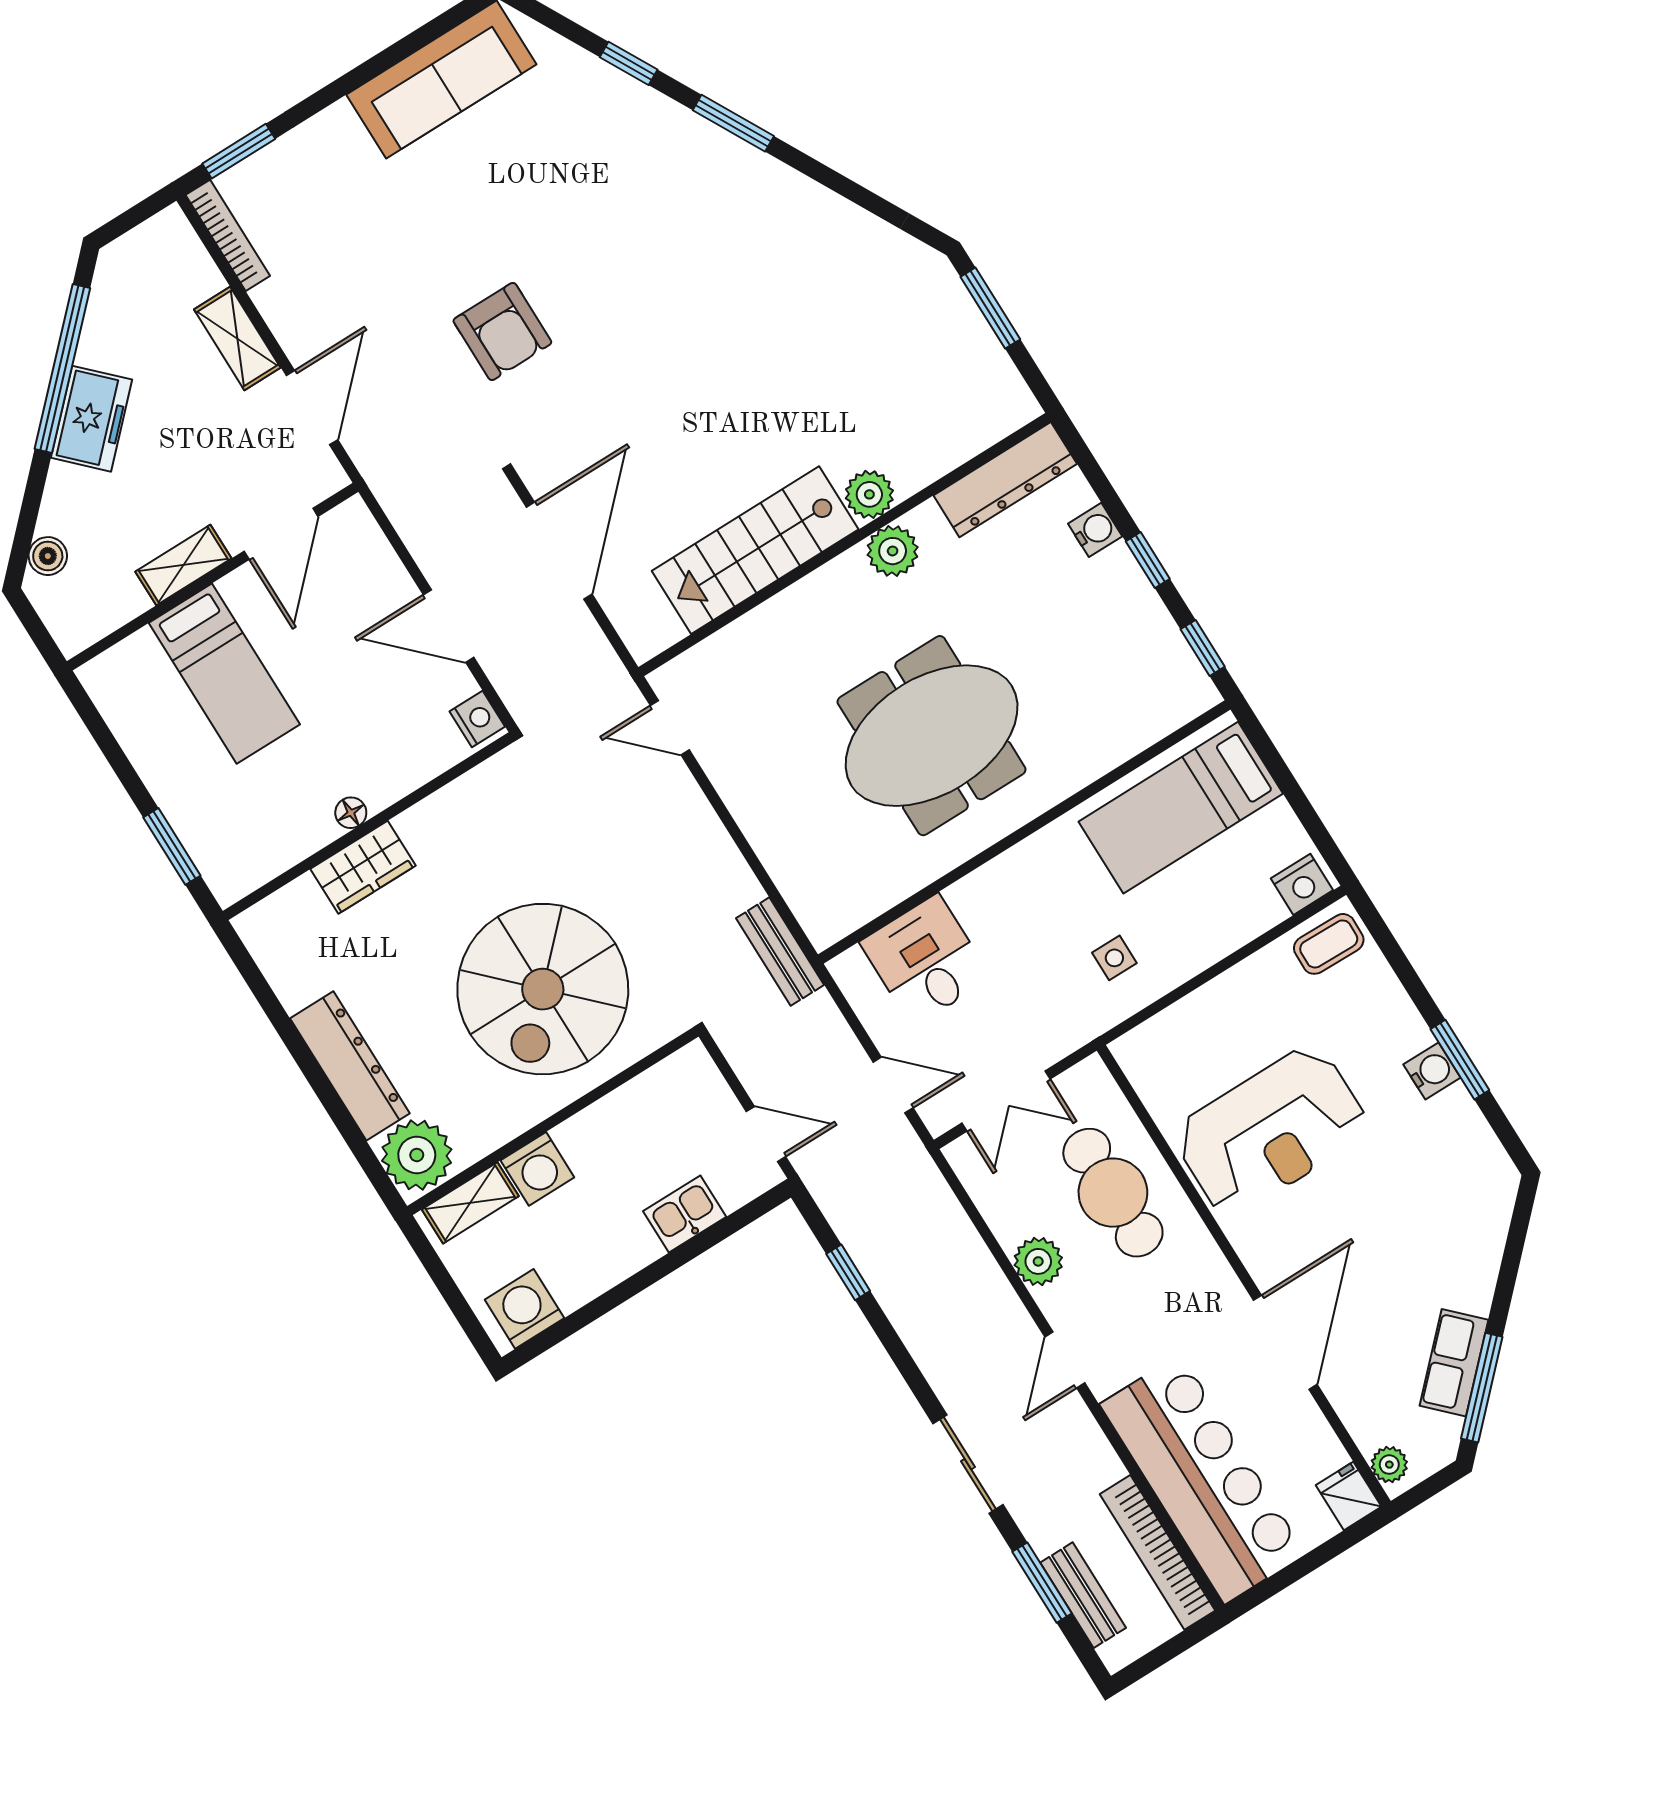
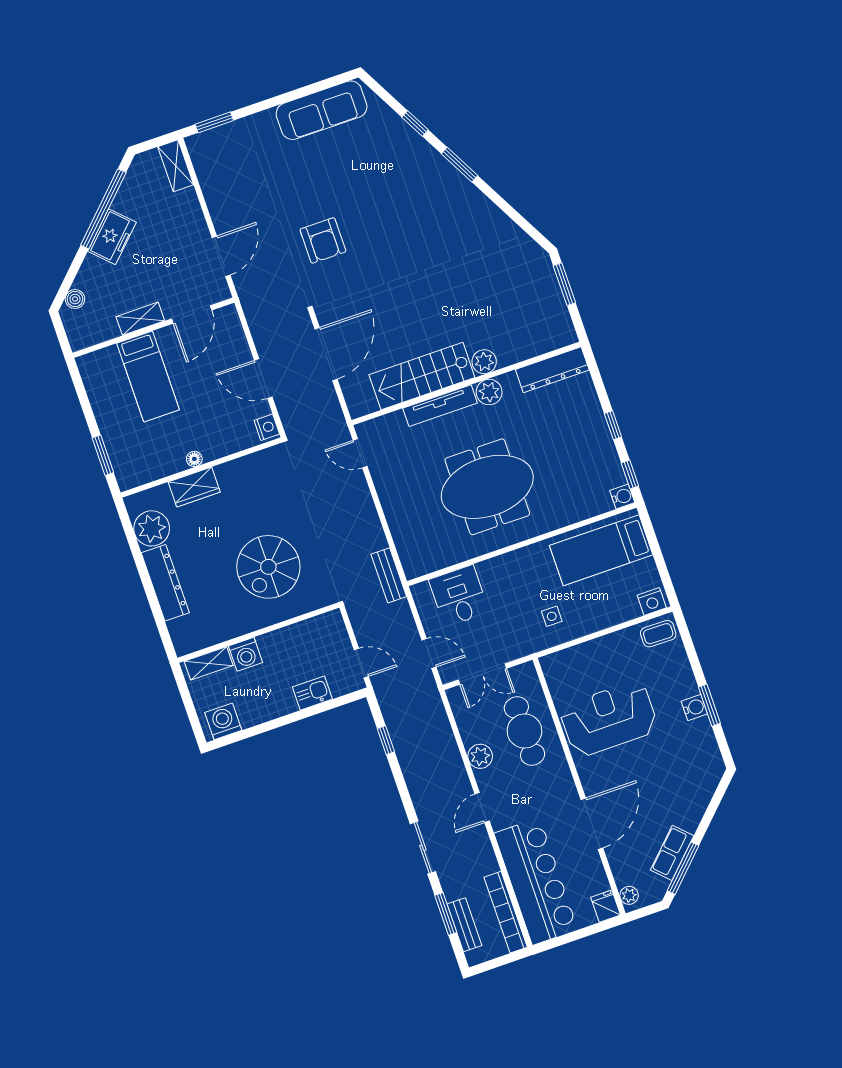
bookcase: (228, 235) -> (199, 162), removed
shelving: (237, 339) -> (176, 166), moved
water cooler: (1095, 530) -> (622, 496), moved
tv unit: (804, 599) -> (440, 406), added
spiral stairs: (543, 989) -> (268, 567), width x0.73, depth x0.73
reception desk: (1271, 1131) -> (609, 719), turned 180
plant: (417, 1155) -> (152, 528), moved

